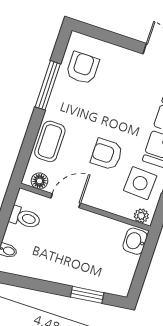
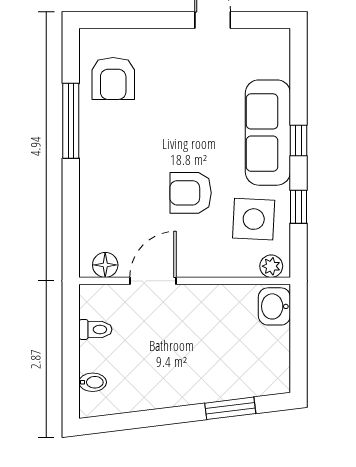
armchair: (83, 68) -> (113, 78), turned 180
coffee table: (50, 141) -> (101, 202), removed
toilet: (25, 218) -> (95, 329), width x0.73, depth x0.72

